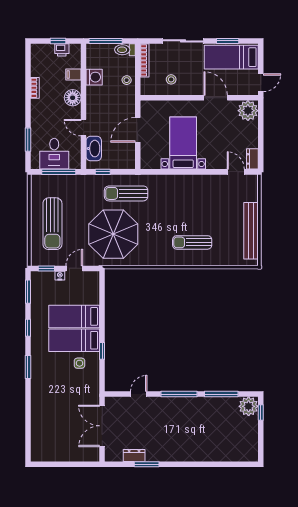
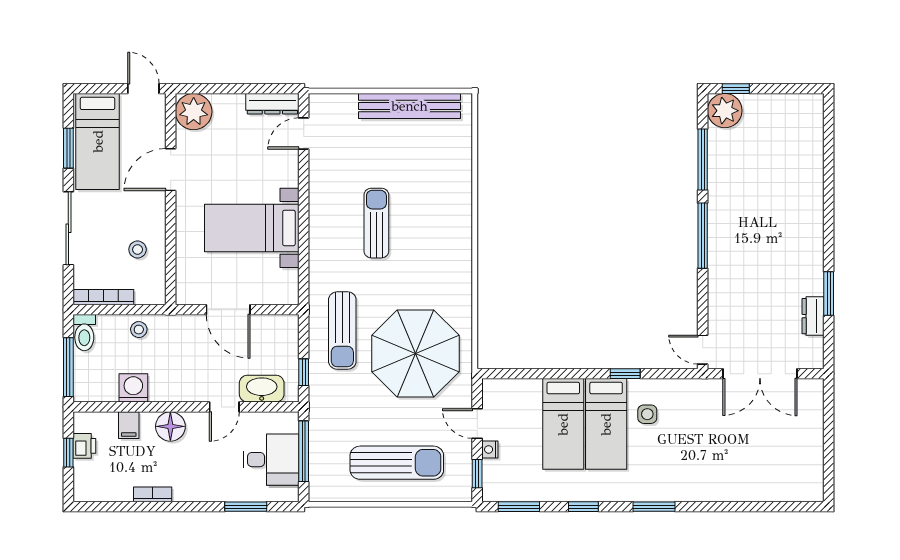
dresser: (252, 159) -> (272, 104), width x1.44
sun lounger: (192, 242) -> (376, 223), moved, turned 180
door: (139, 394) -> (703, 350), moved

